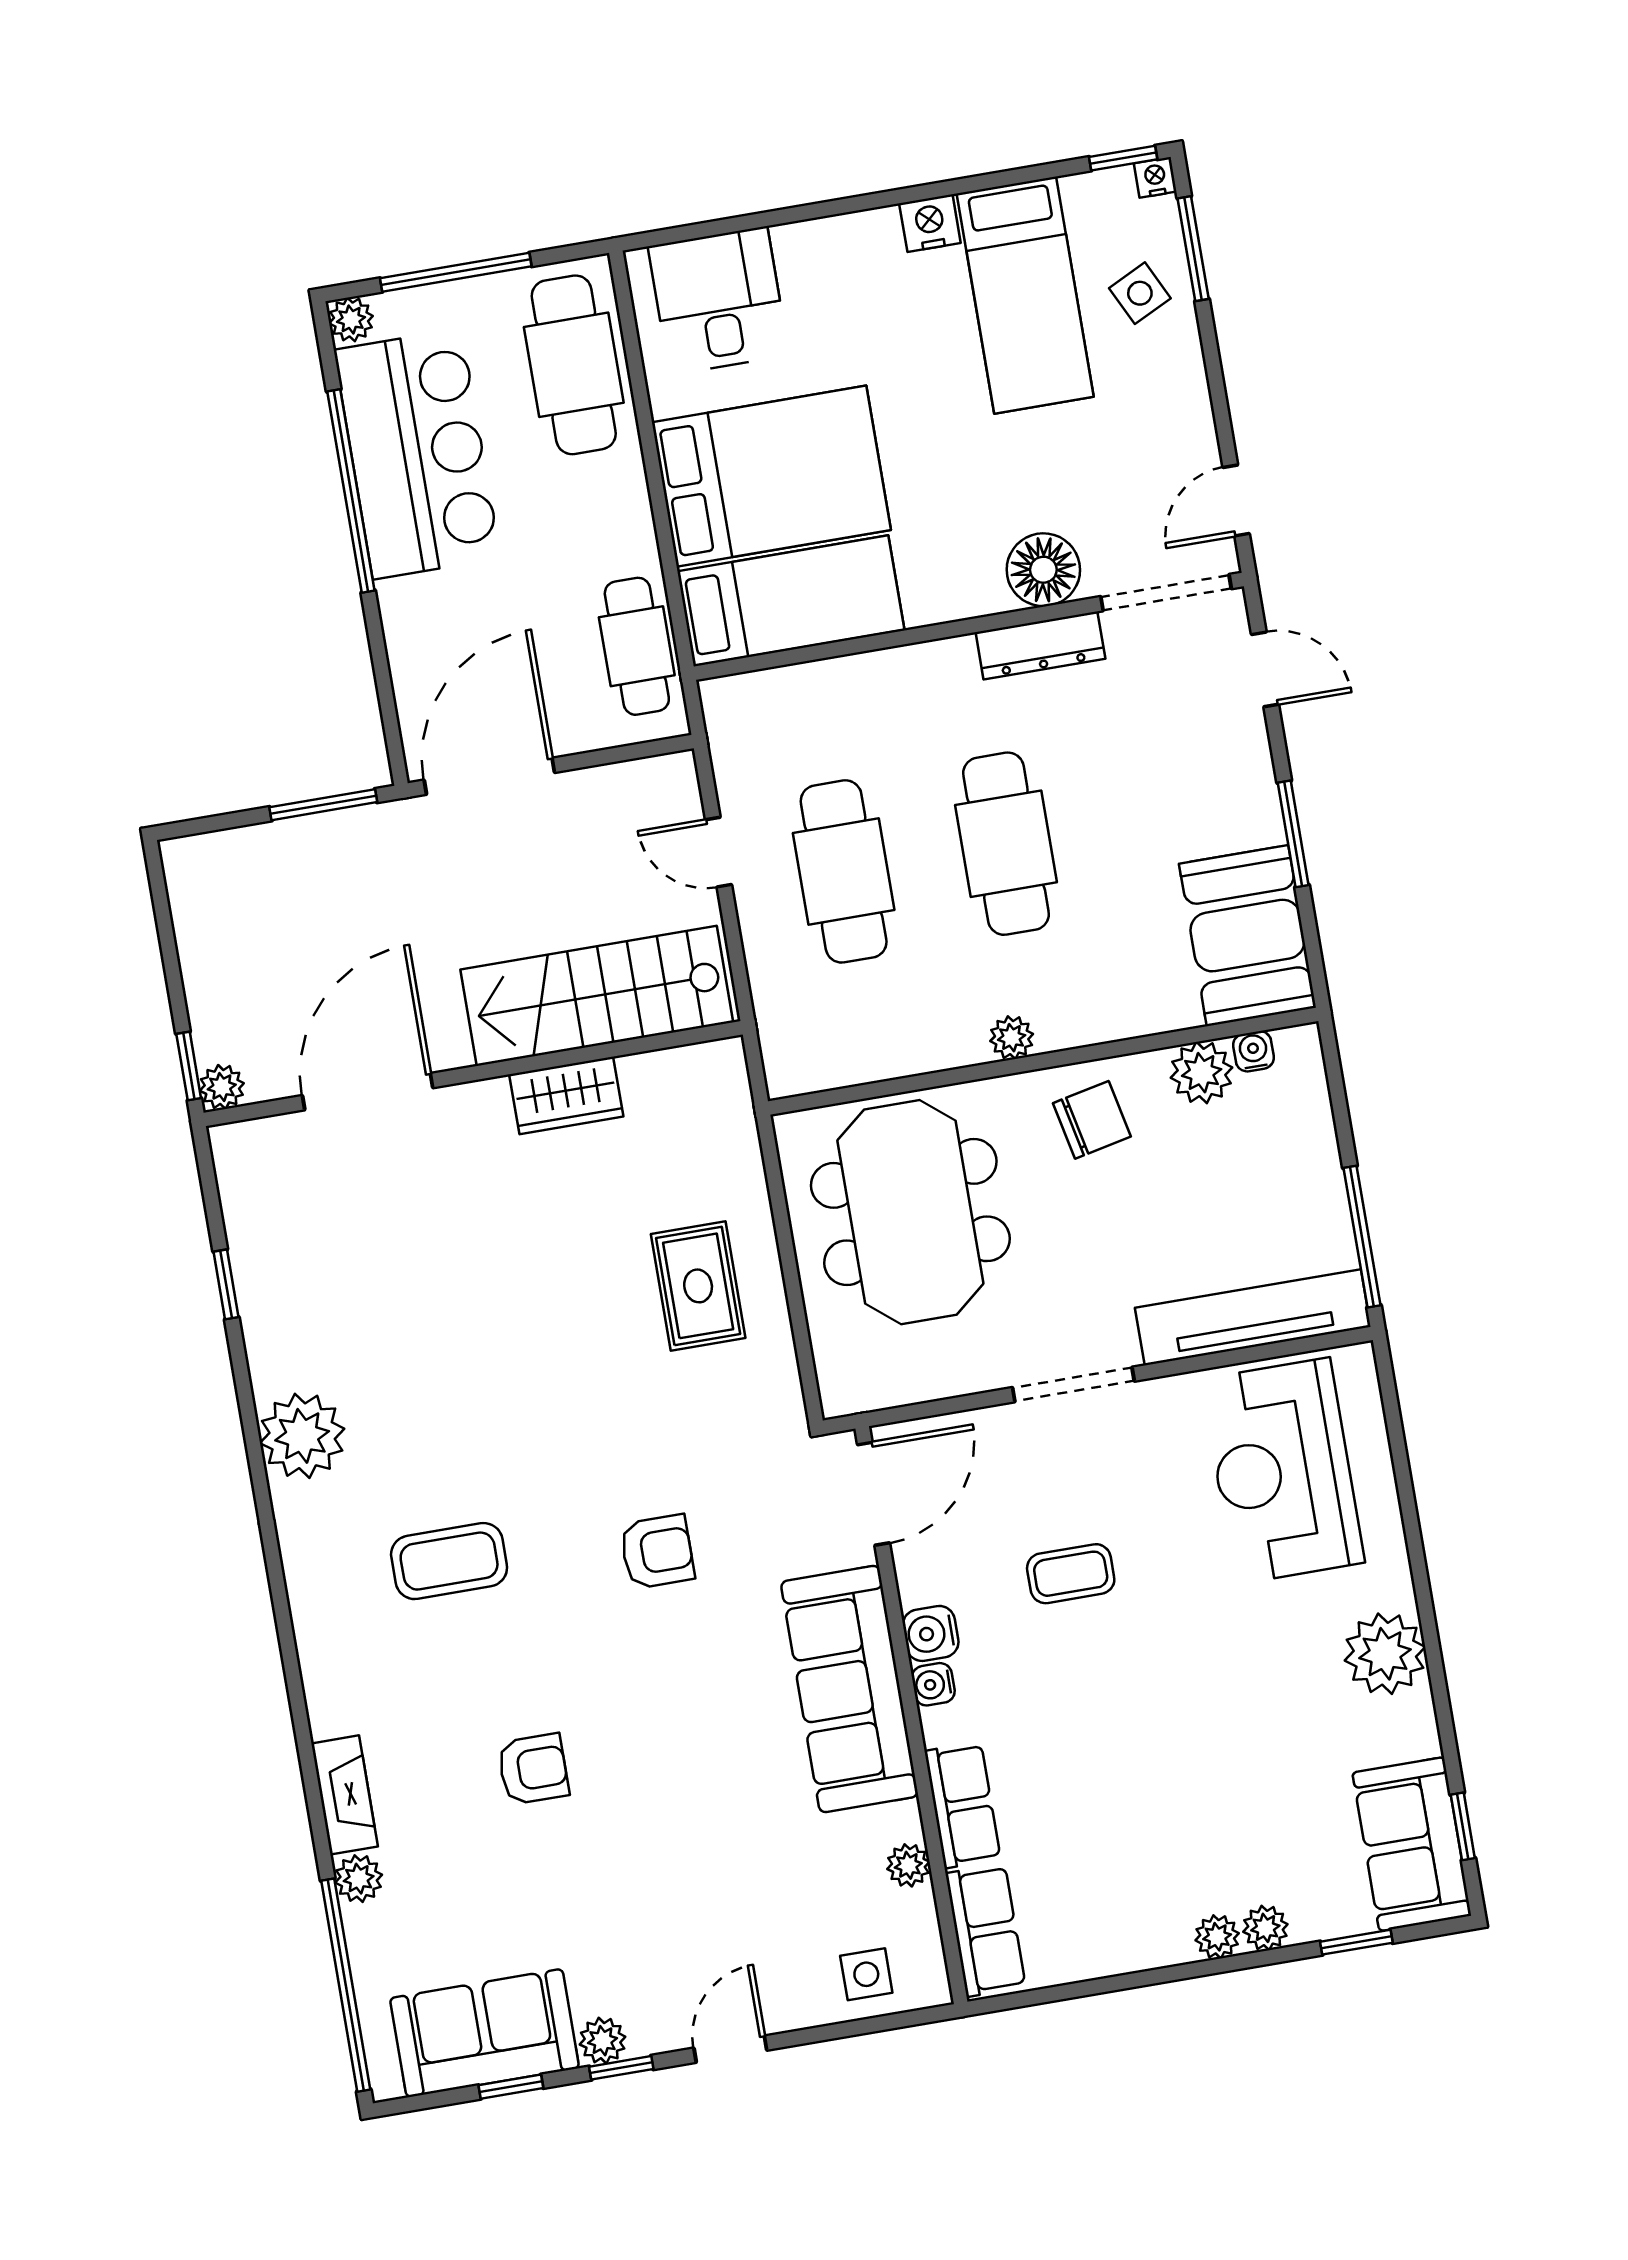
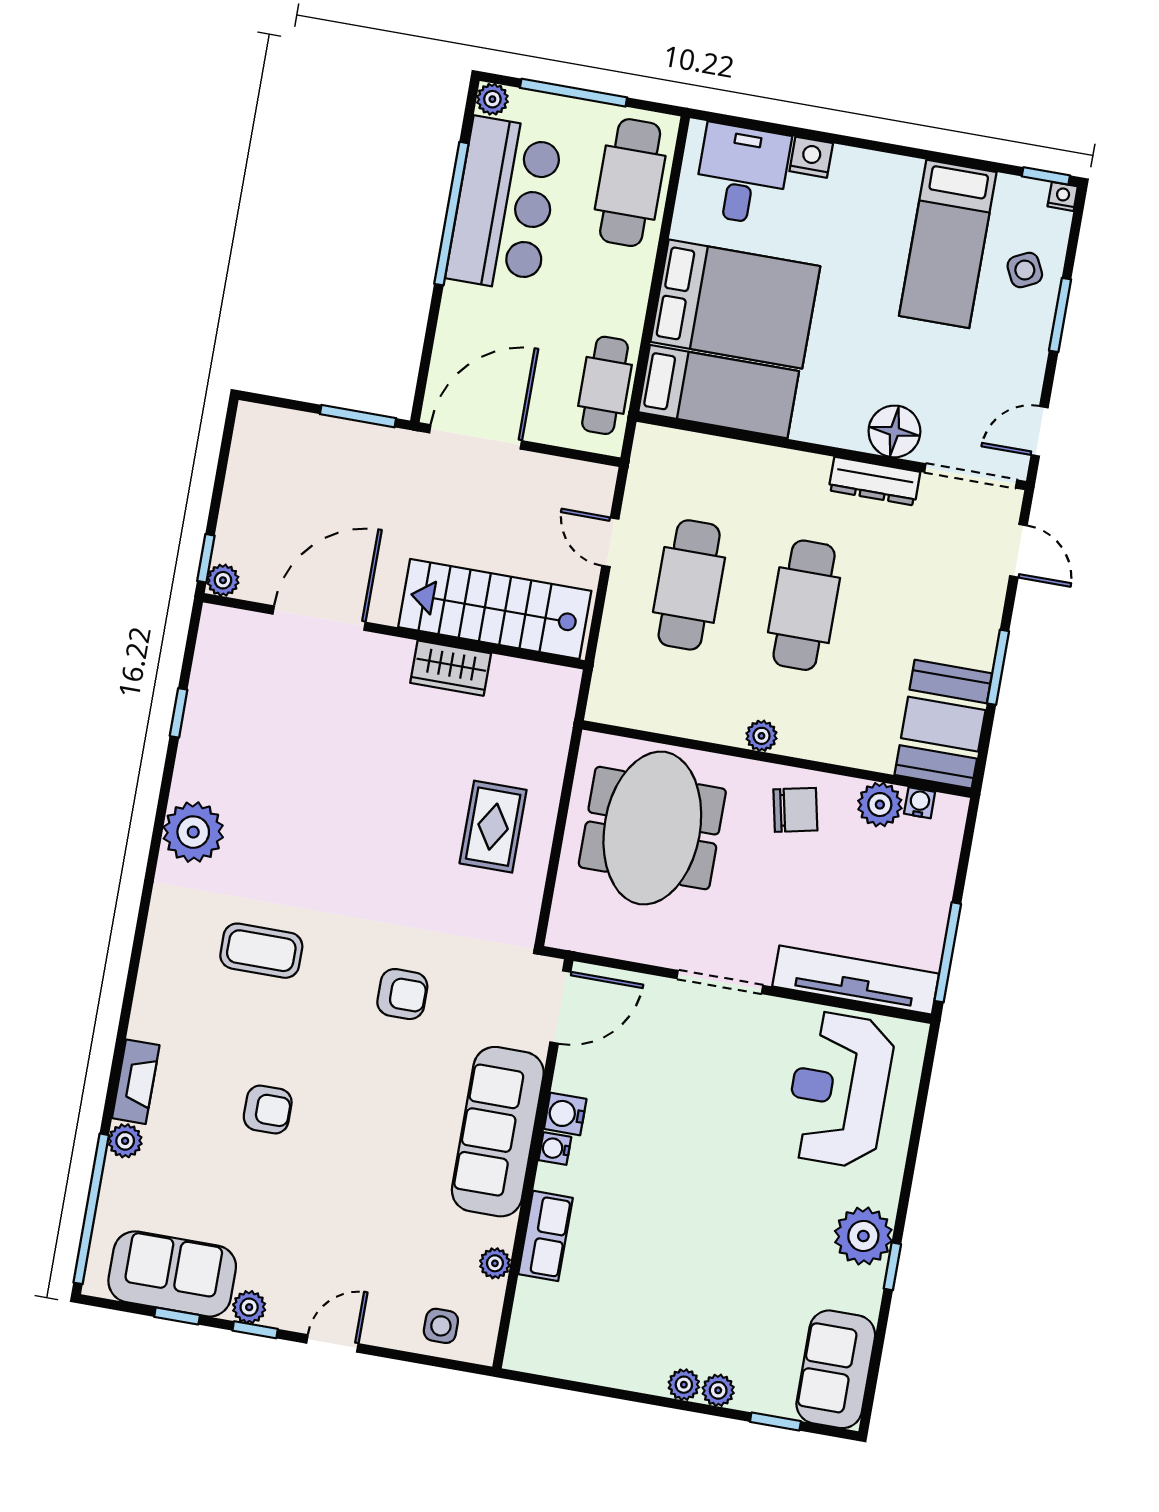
nightstand: (930, 223) -> (811, 157), moved
window: (1193, 249) -> (1060, 315), moved
coffee table: (1071, 1574) -> (673, 1108), removed
window: (1463, 1826) -> (892, 1266), moved
row of seats: (986, 1930) -> (531, 1325), removed

